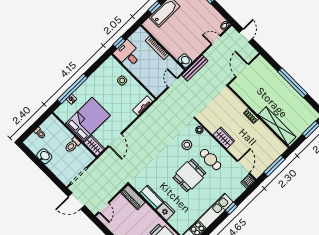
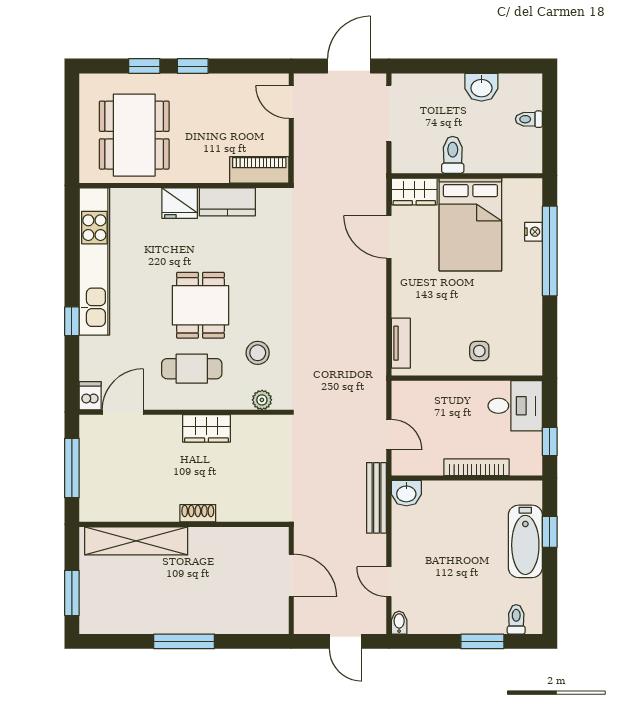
door: (216, 40) -> (389, 582), swing flipped
window: (119, 43) -> (550, 441), moved
window: (293, 83) -> (184, 641), width x0.68
door: (243, 167) -> (123, 412), swing flipped

